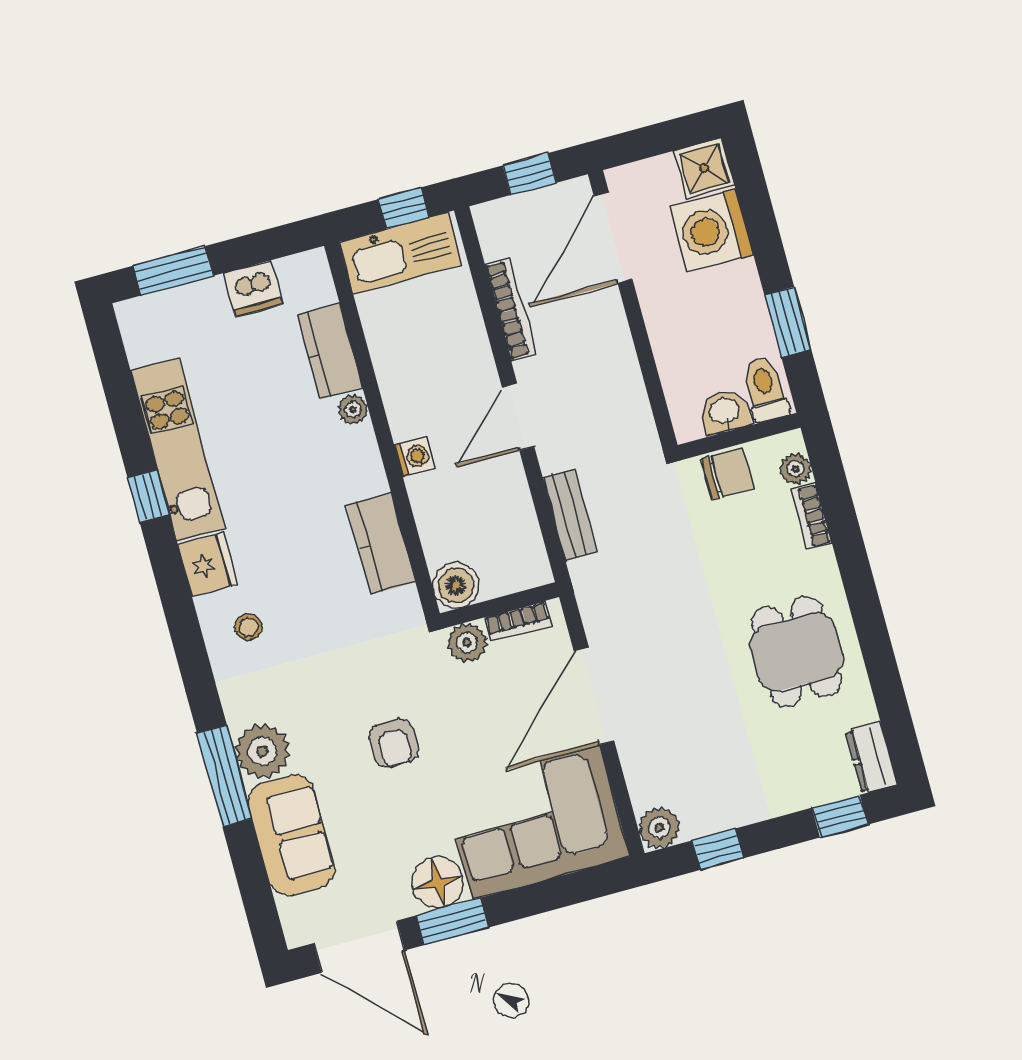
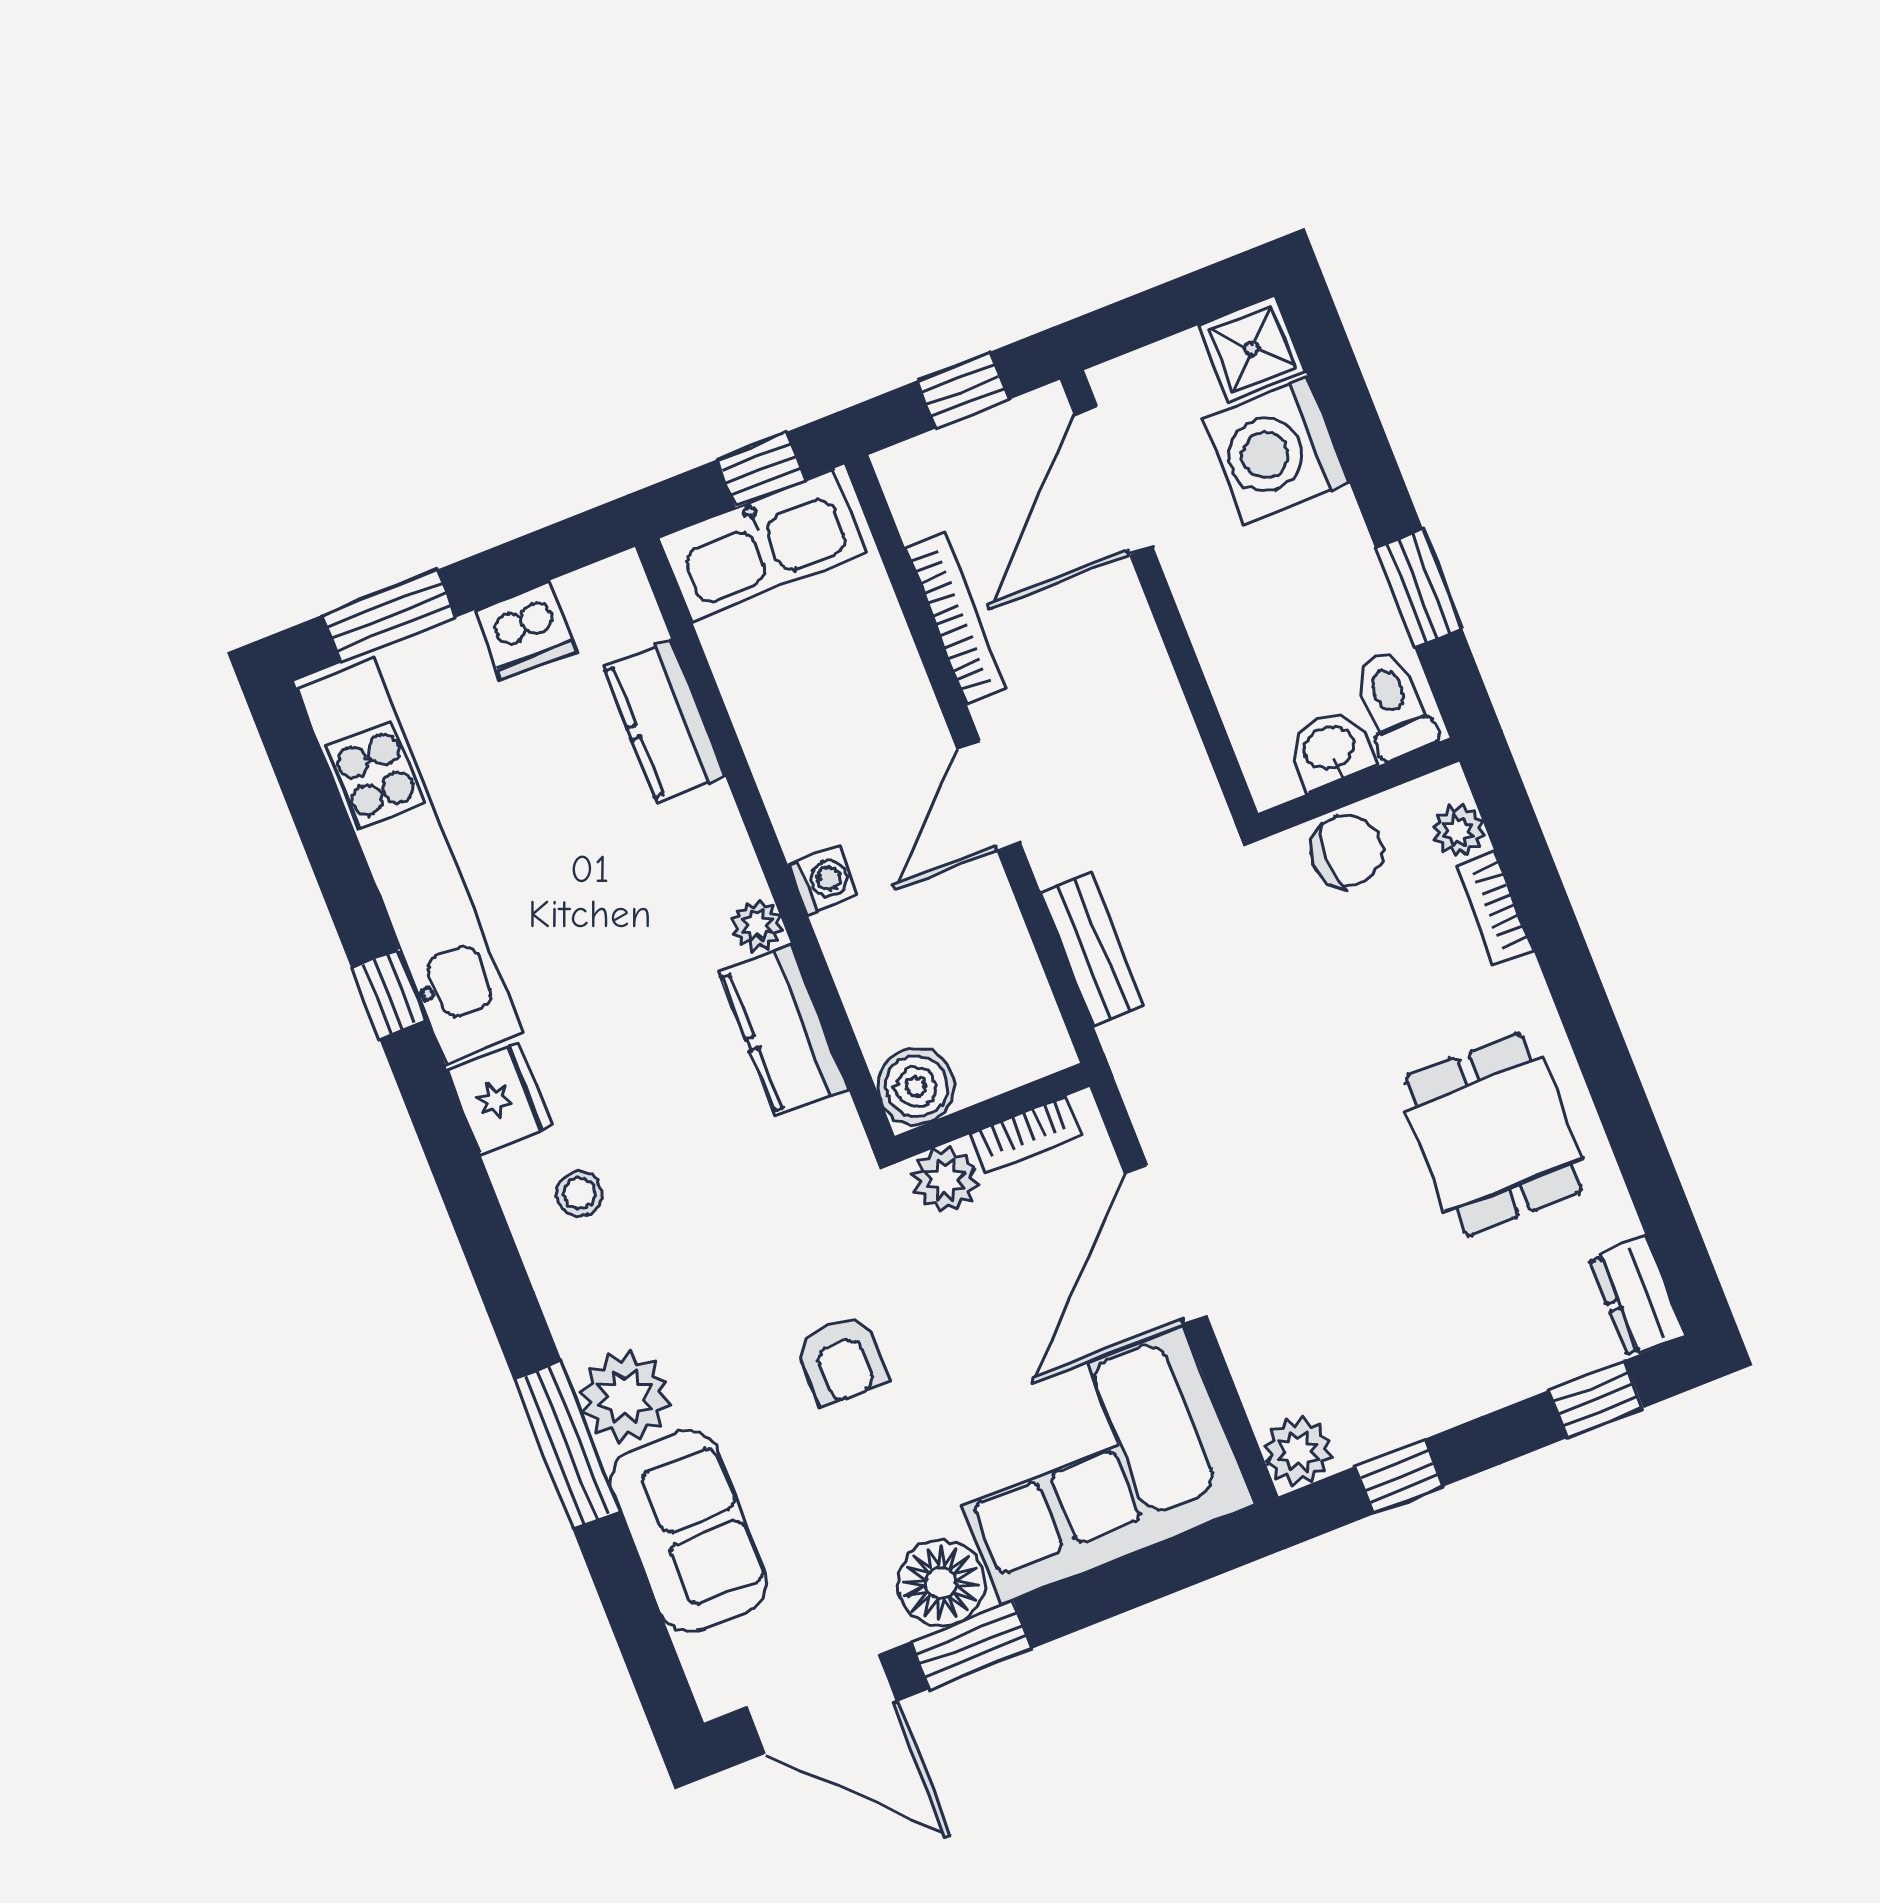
plant: (353, 409) -> (757, 925), moved
kitchen unit: (178, 449) -> (410, 862), width x1.36

